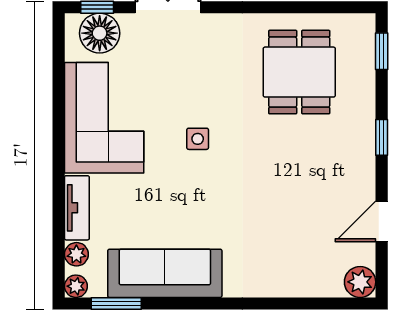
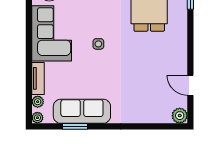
window: (382, 137) -> (190, 43), removed
door: (382, 221) -> (190, 85), hinge flipped
window: (116, 303) -> (75, 126), moved

